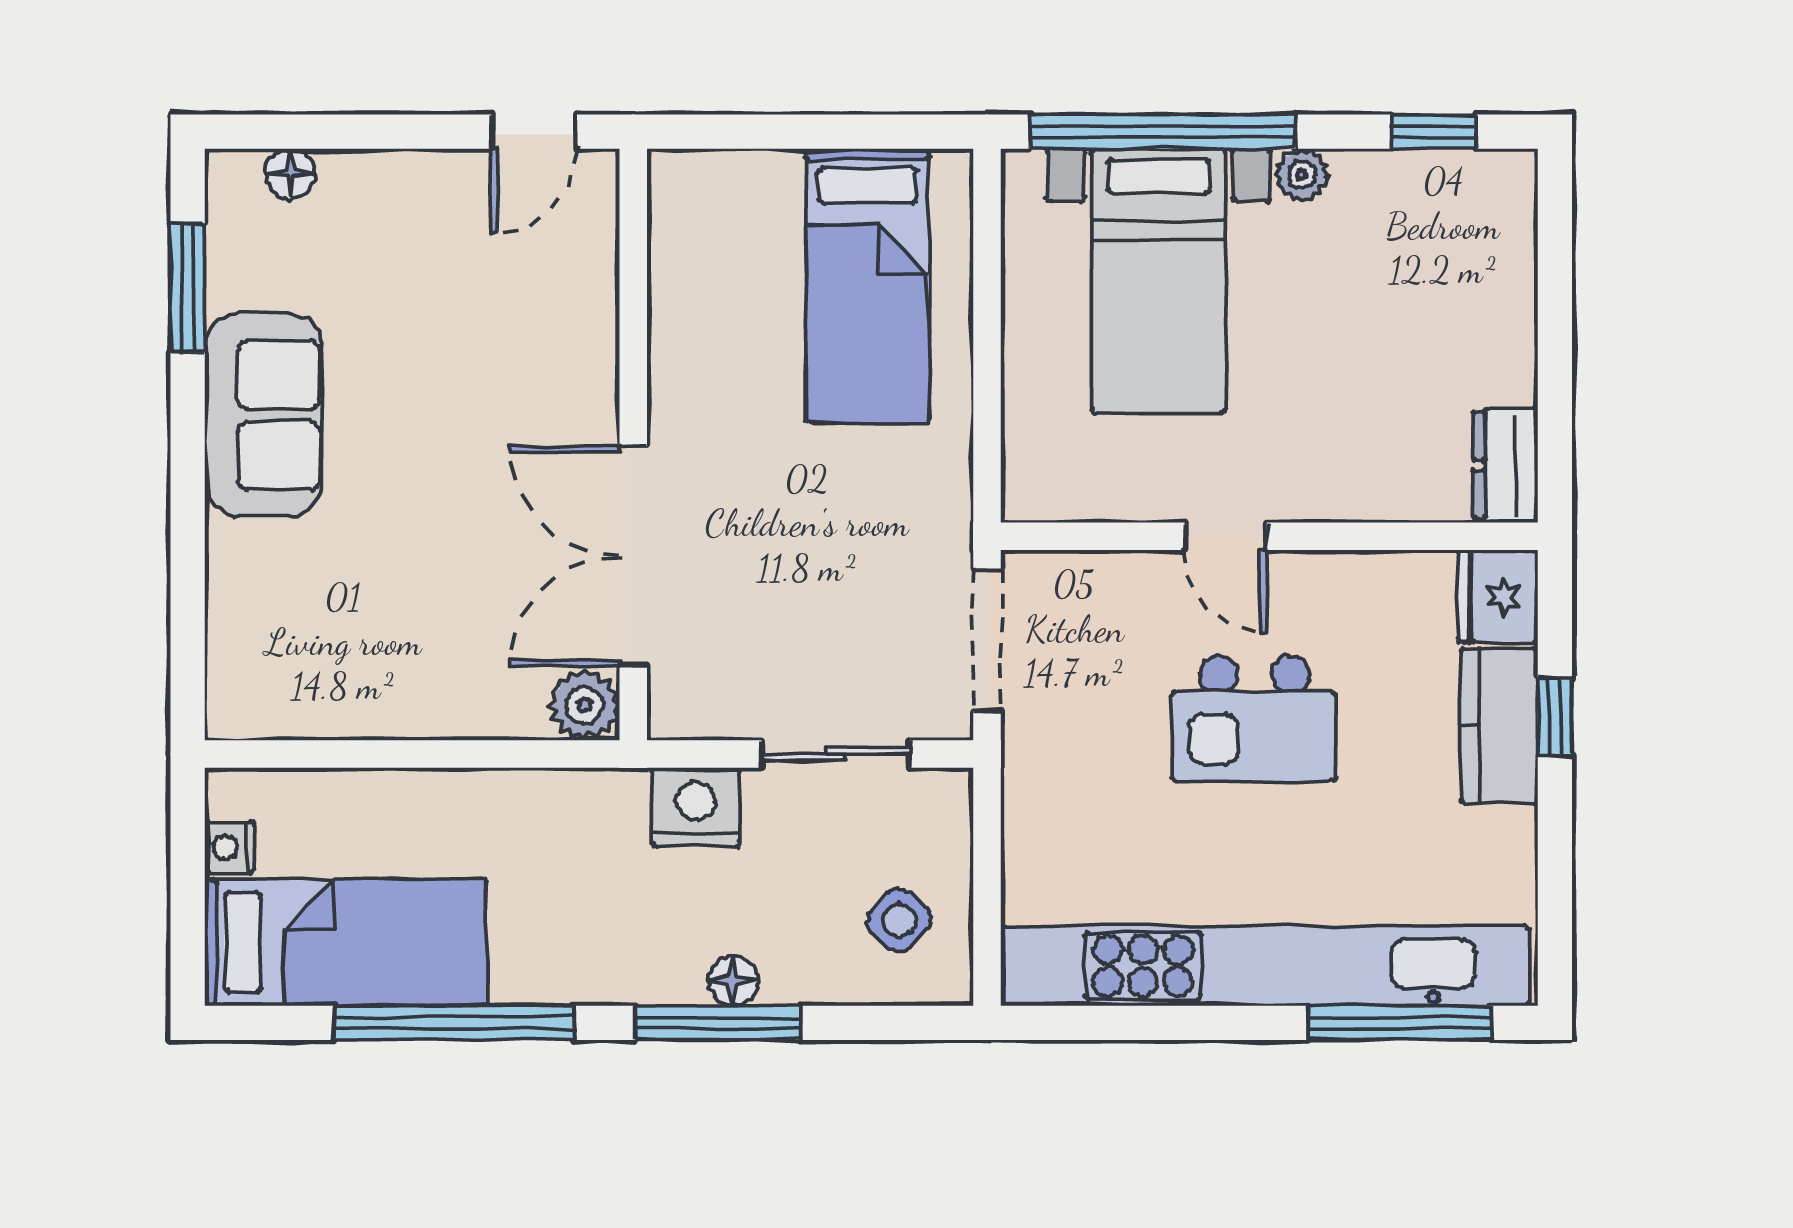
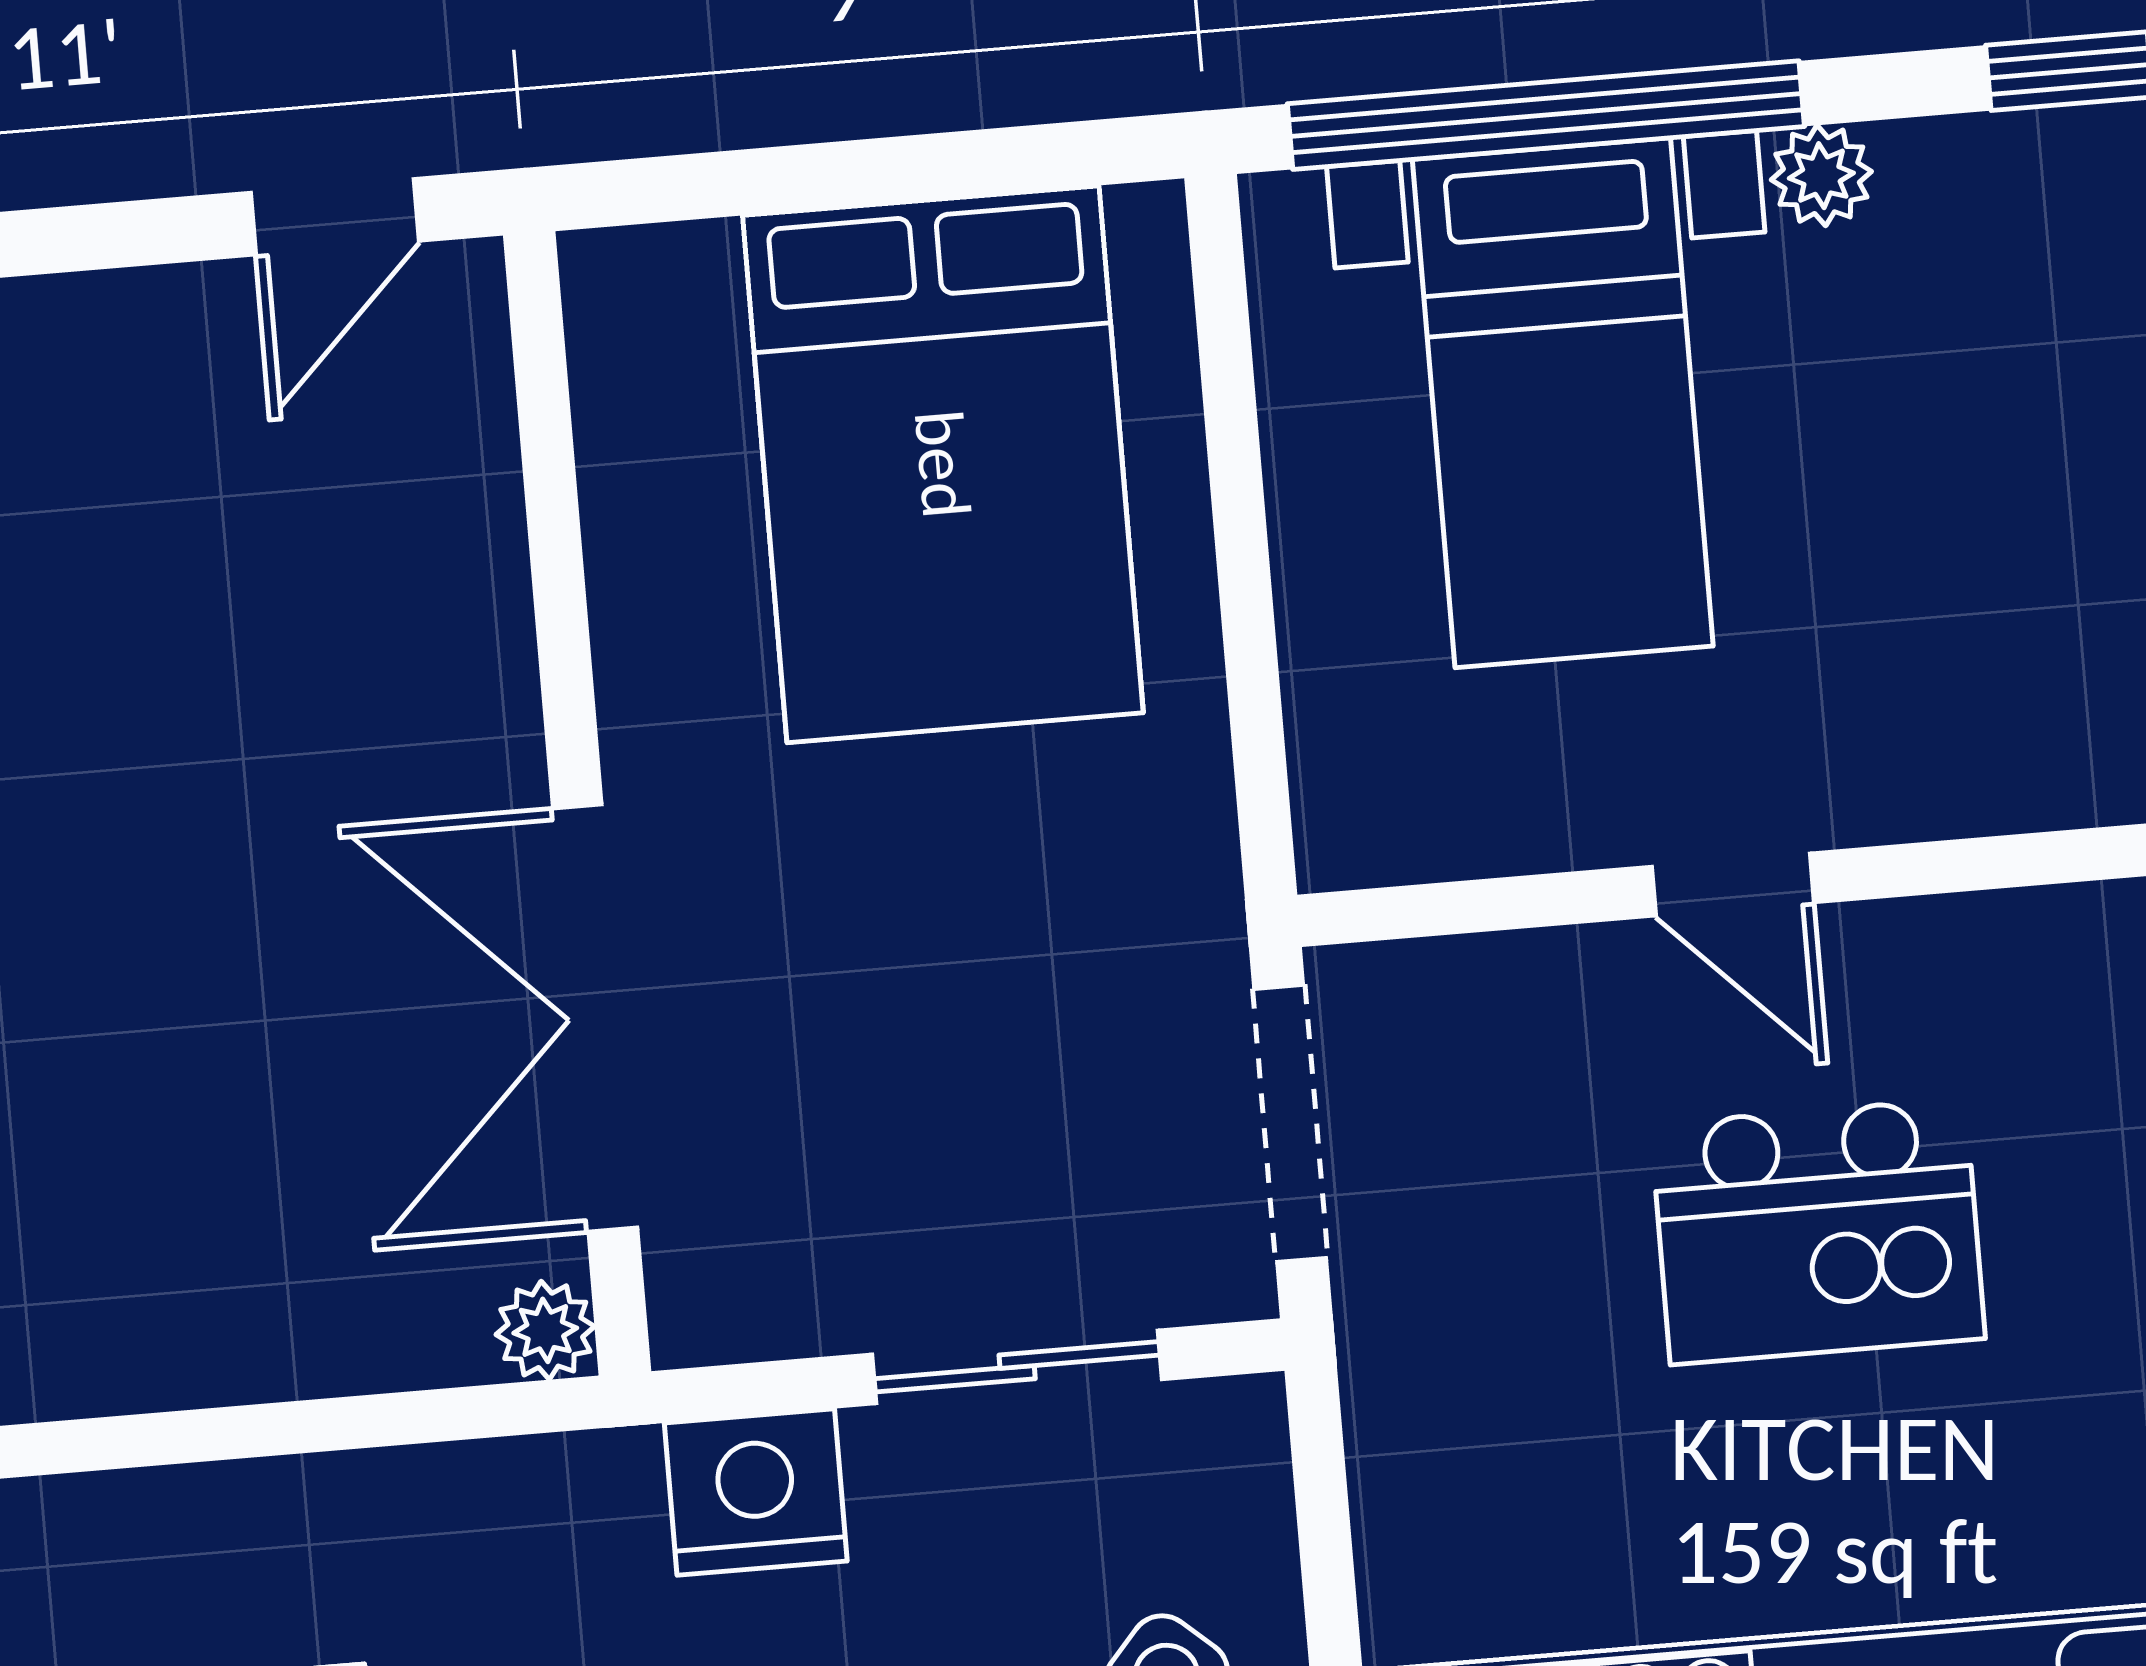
bed: (867, 285) -> (943, 464), width x1.50
plant: (584, 705) -> (545, 1330), width x0.73, depth x0.73

